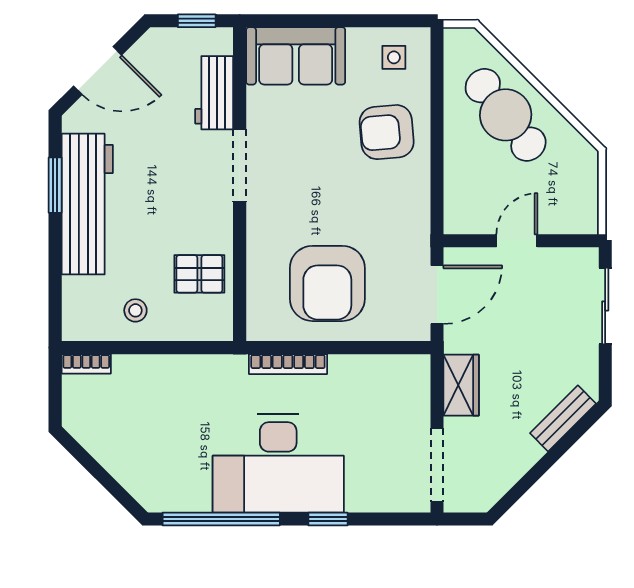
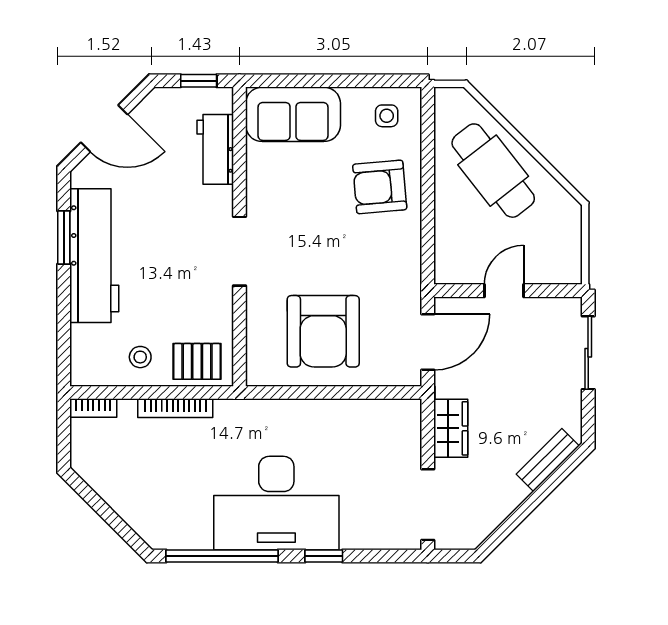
doorway: (240, 166) -> (240, 251), moved
pallet: (199, 274) -> (197, 361), moved
bookcase: (288, 364) -> (175, 408), moved

